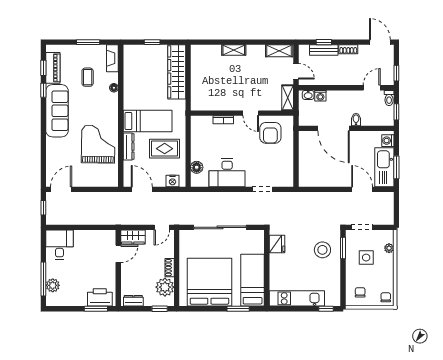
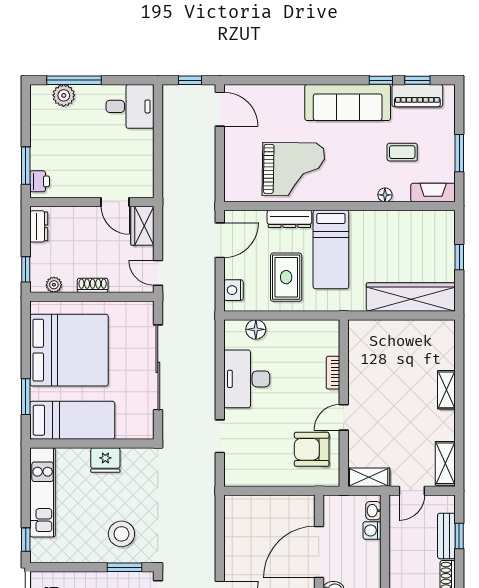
fridge: (277, 244) -> (105, 460), moved
plant: (165, 287) -> (54, 285), width x0.53, depth x0.53
printer: (100, 297) -> (40, 181), width x0.53, depth x0.68

